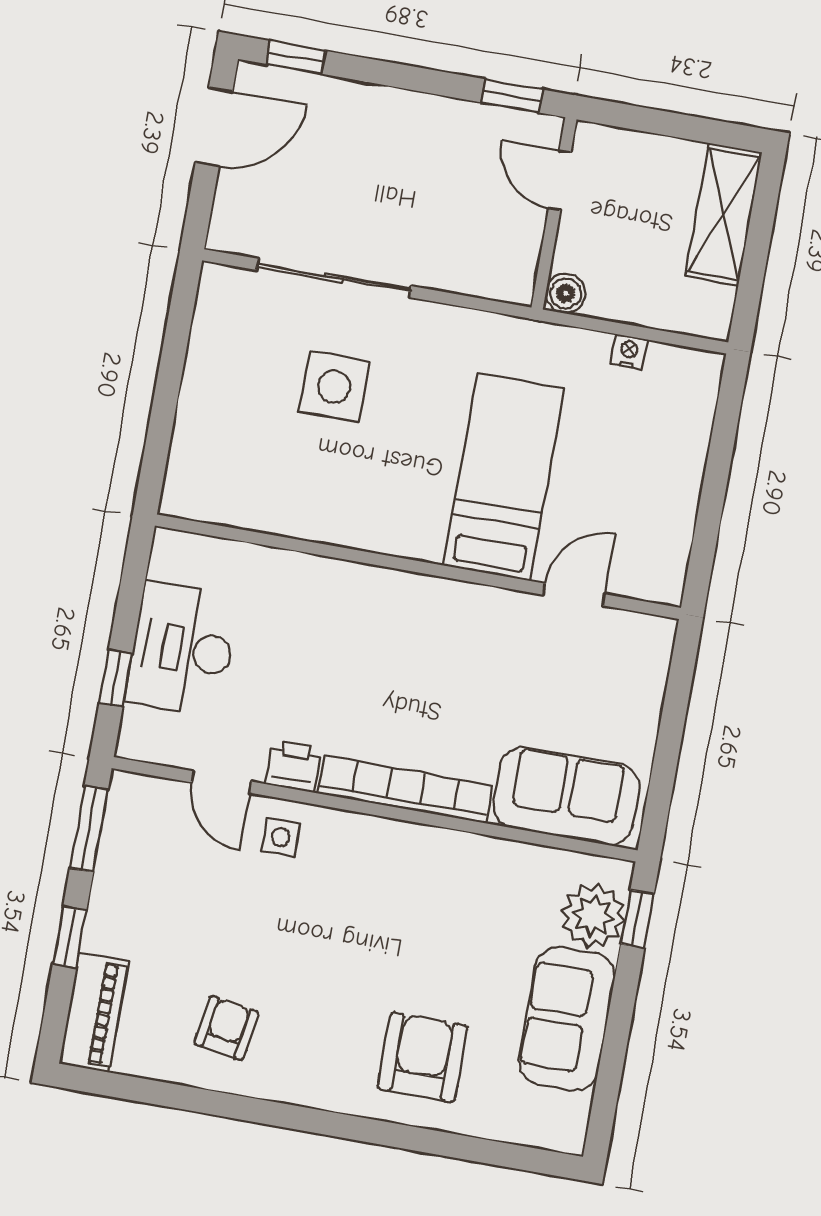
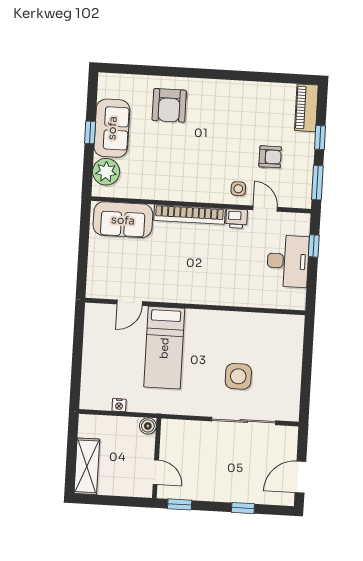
window: (296, 57) -> (243, 508), moved
window: (637, 919) -> (90, 132), moved
armchair: (226, 1028) -> (270, 157), moved, turned -99

